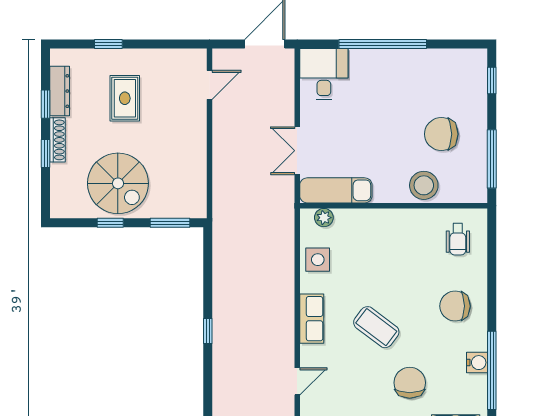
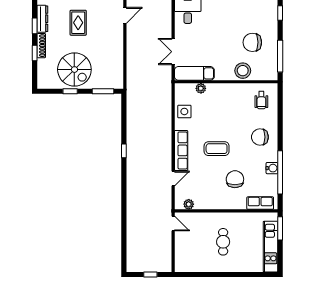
plant: (324, 218) -> (201, 88), moved
row of seats: (312, 319) -> (181, 150), width x1.48
coffee table: (376, 327) -> (217, 149), turned -37

